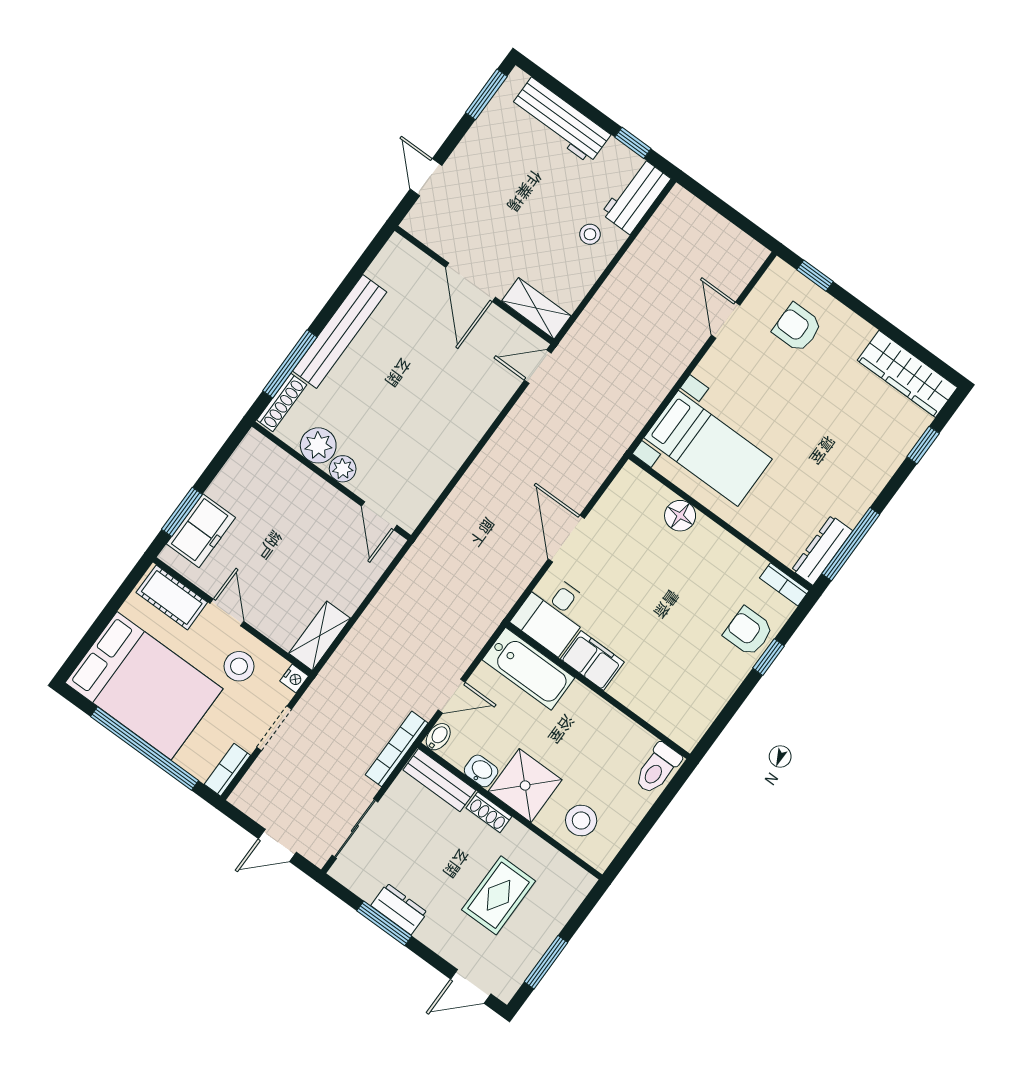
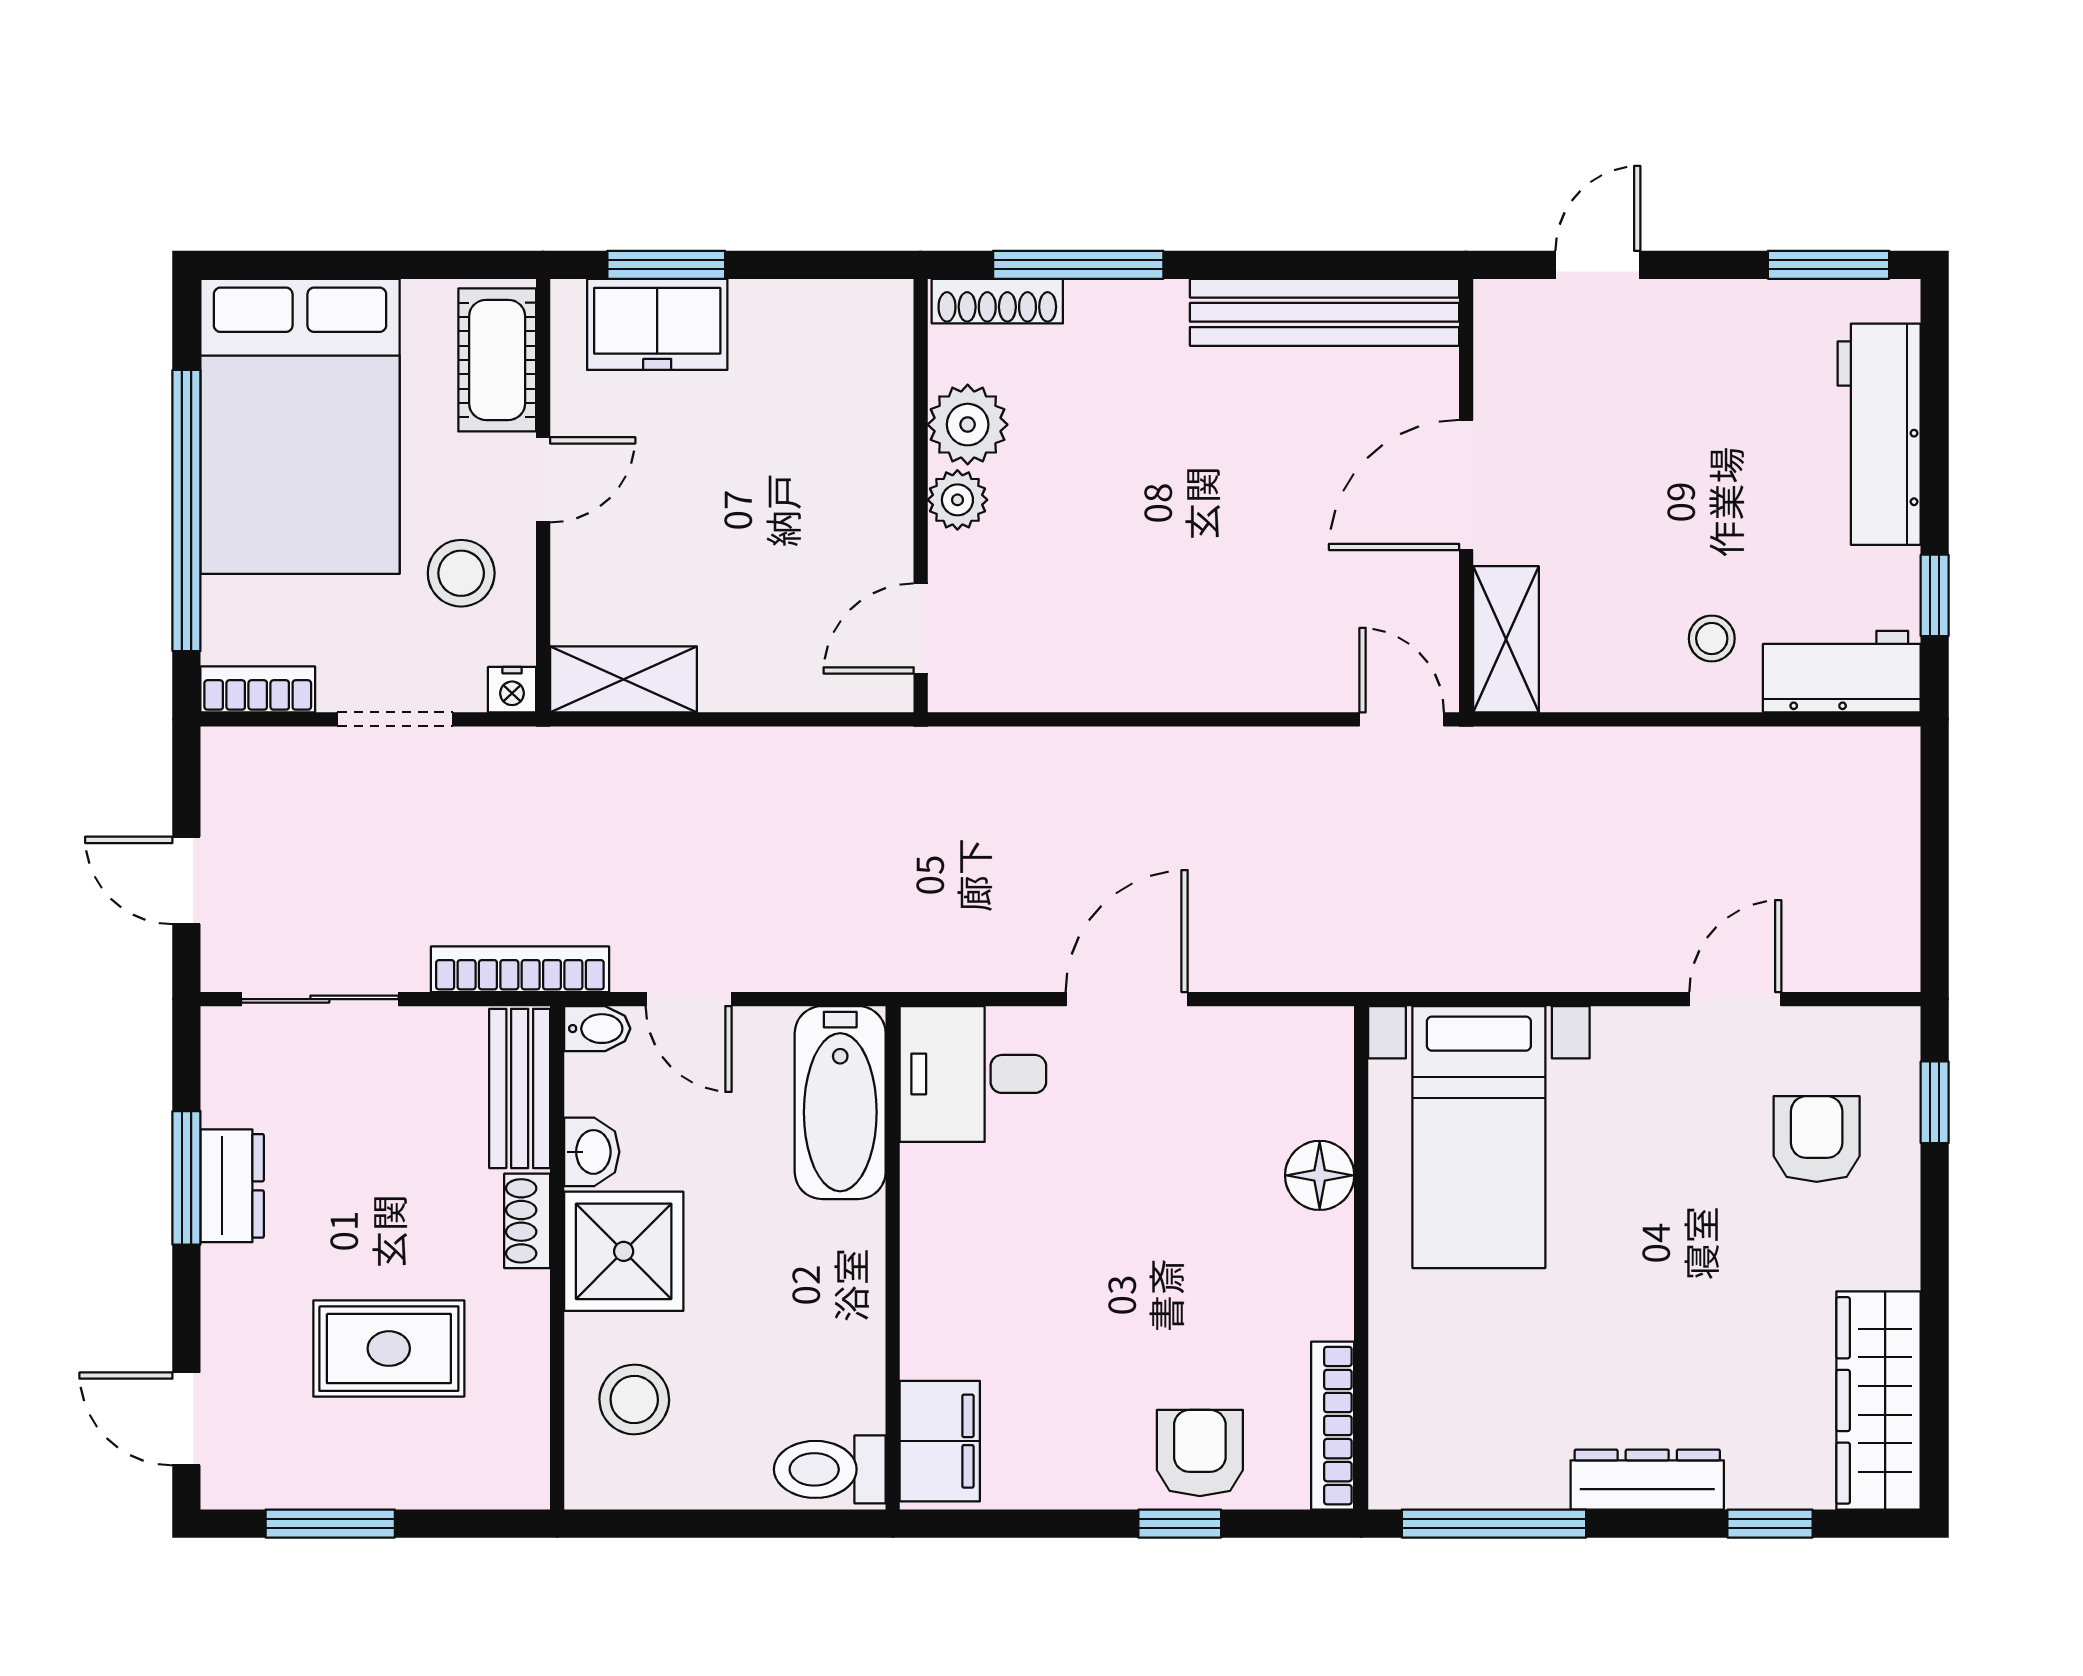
bench: (340, 331) -> (1325, 312), moved
dresser: (822, 550) -> (1647, 1480), moved
bookcase: (784, 584) -> (1333, 1426), width x1.56
filing cabinet: (592, 661) -> (940, 1441), moved

